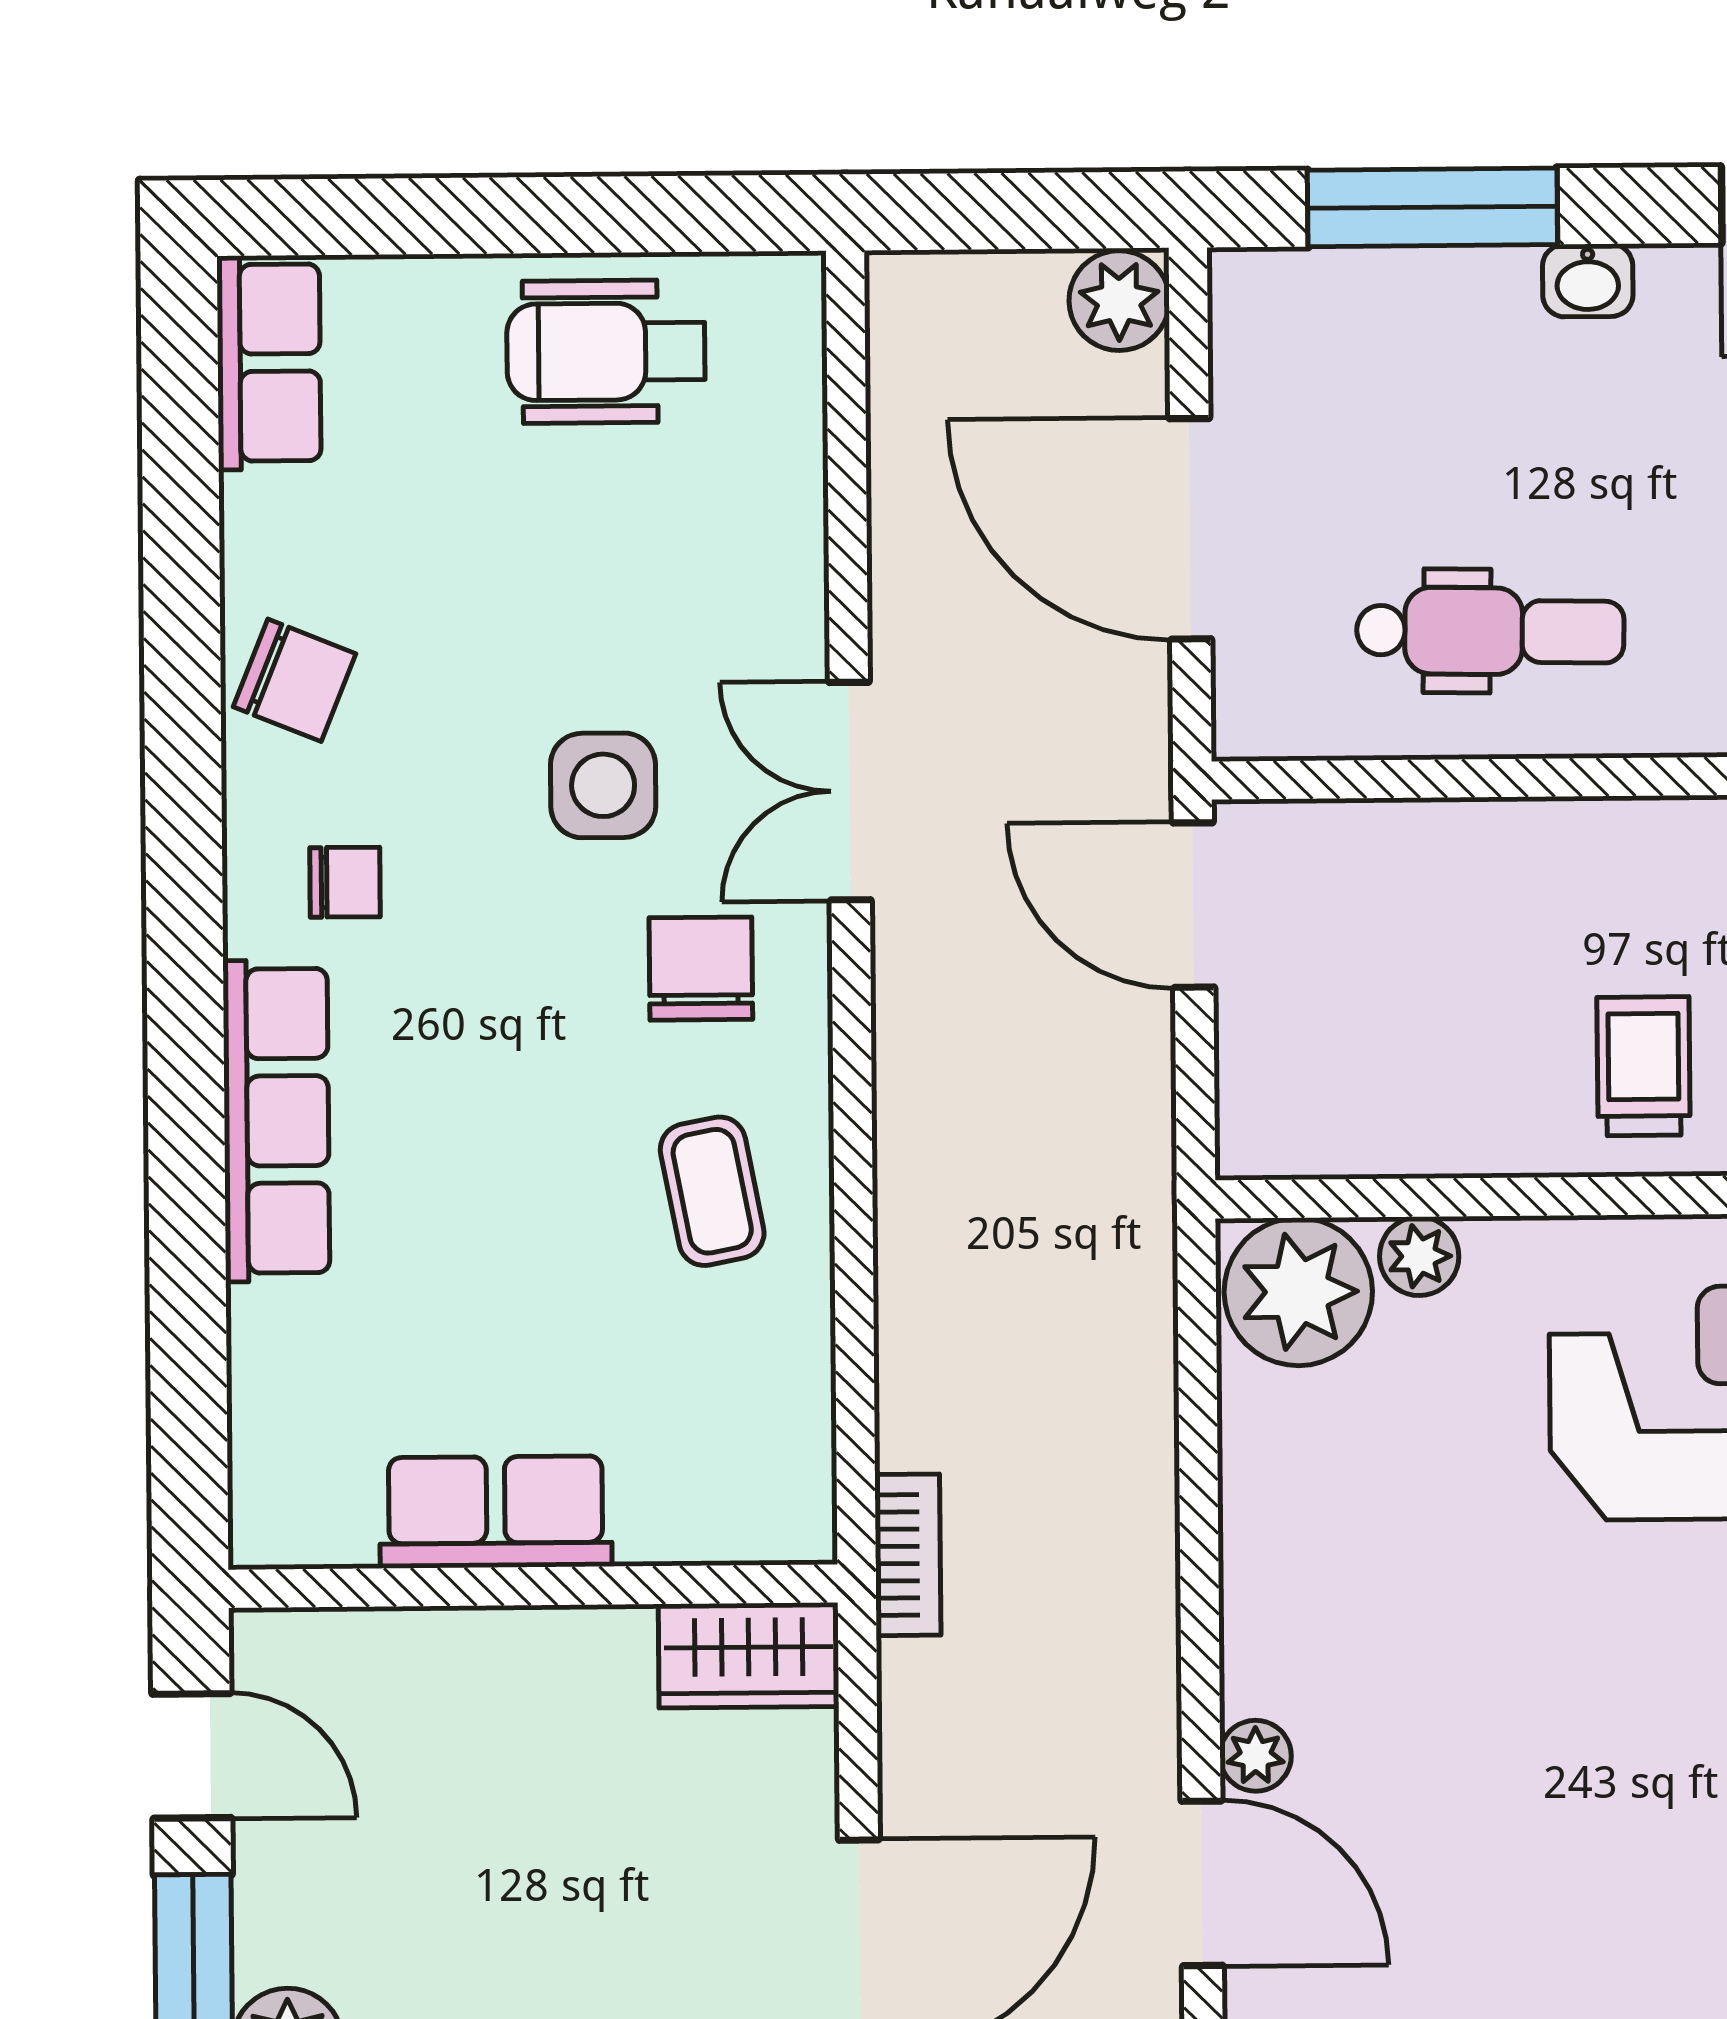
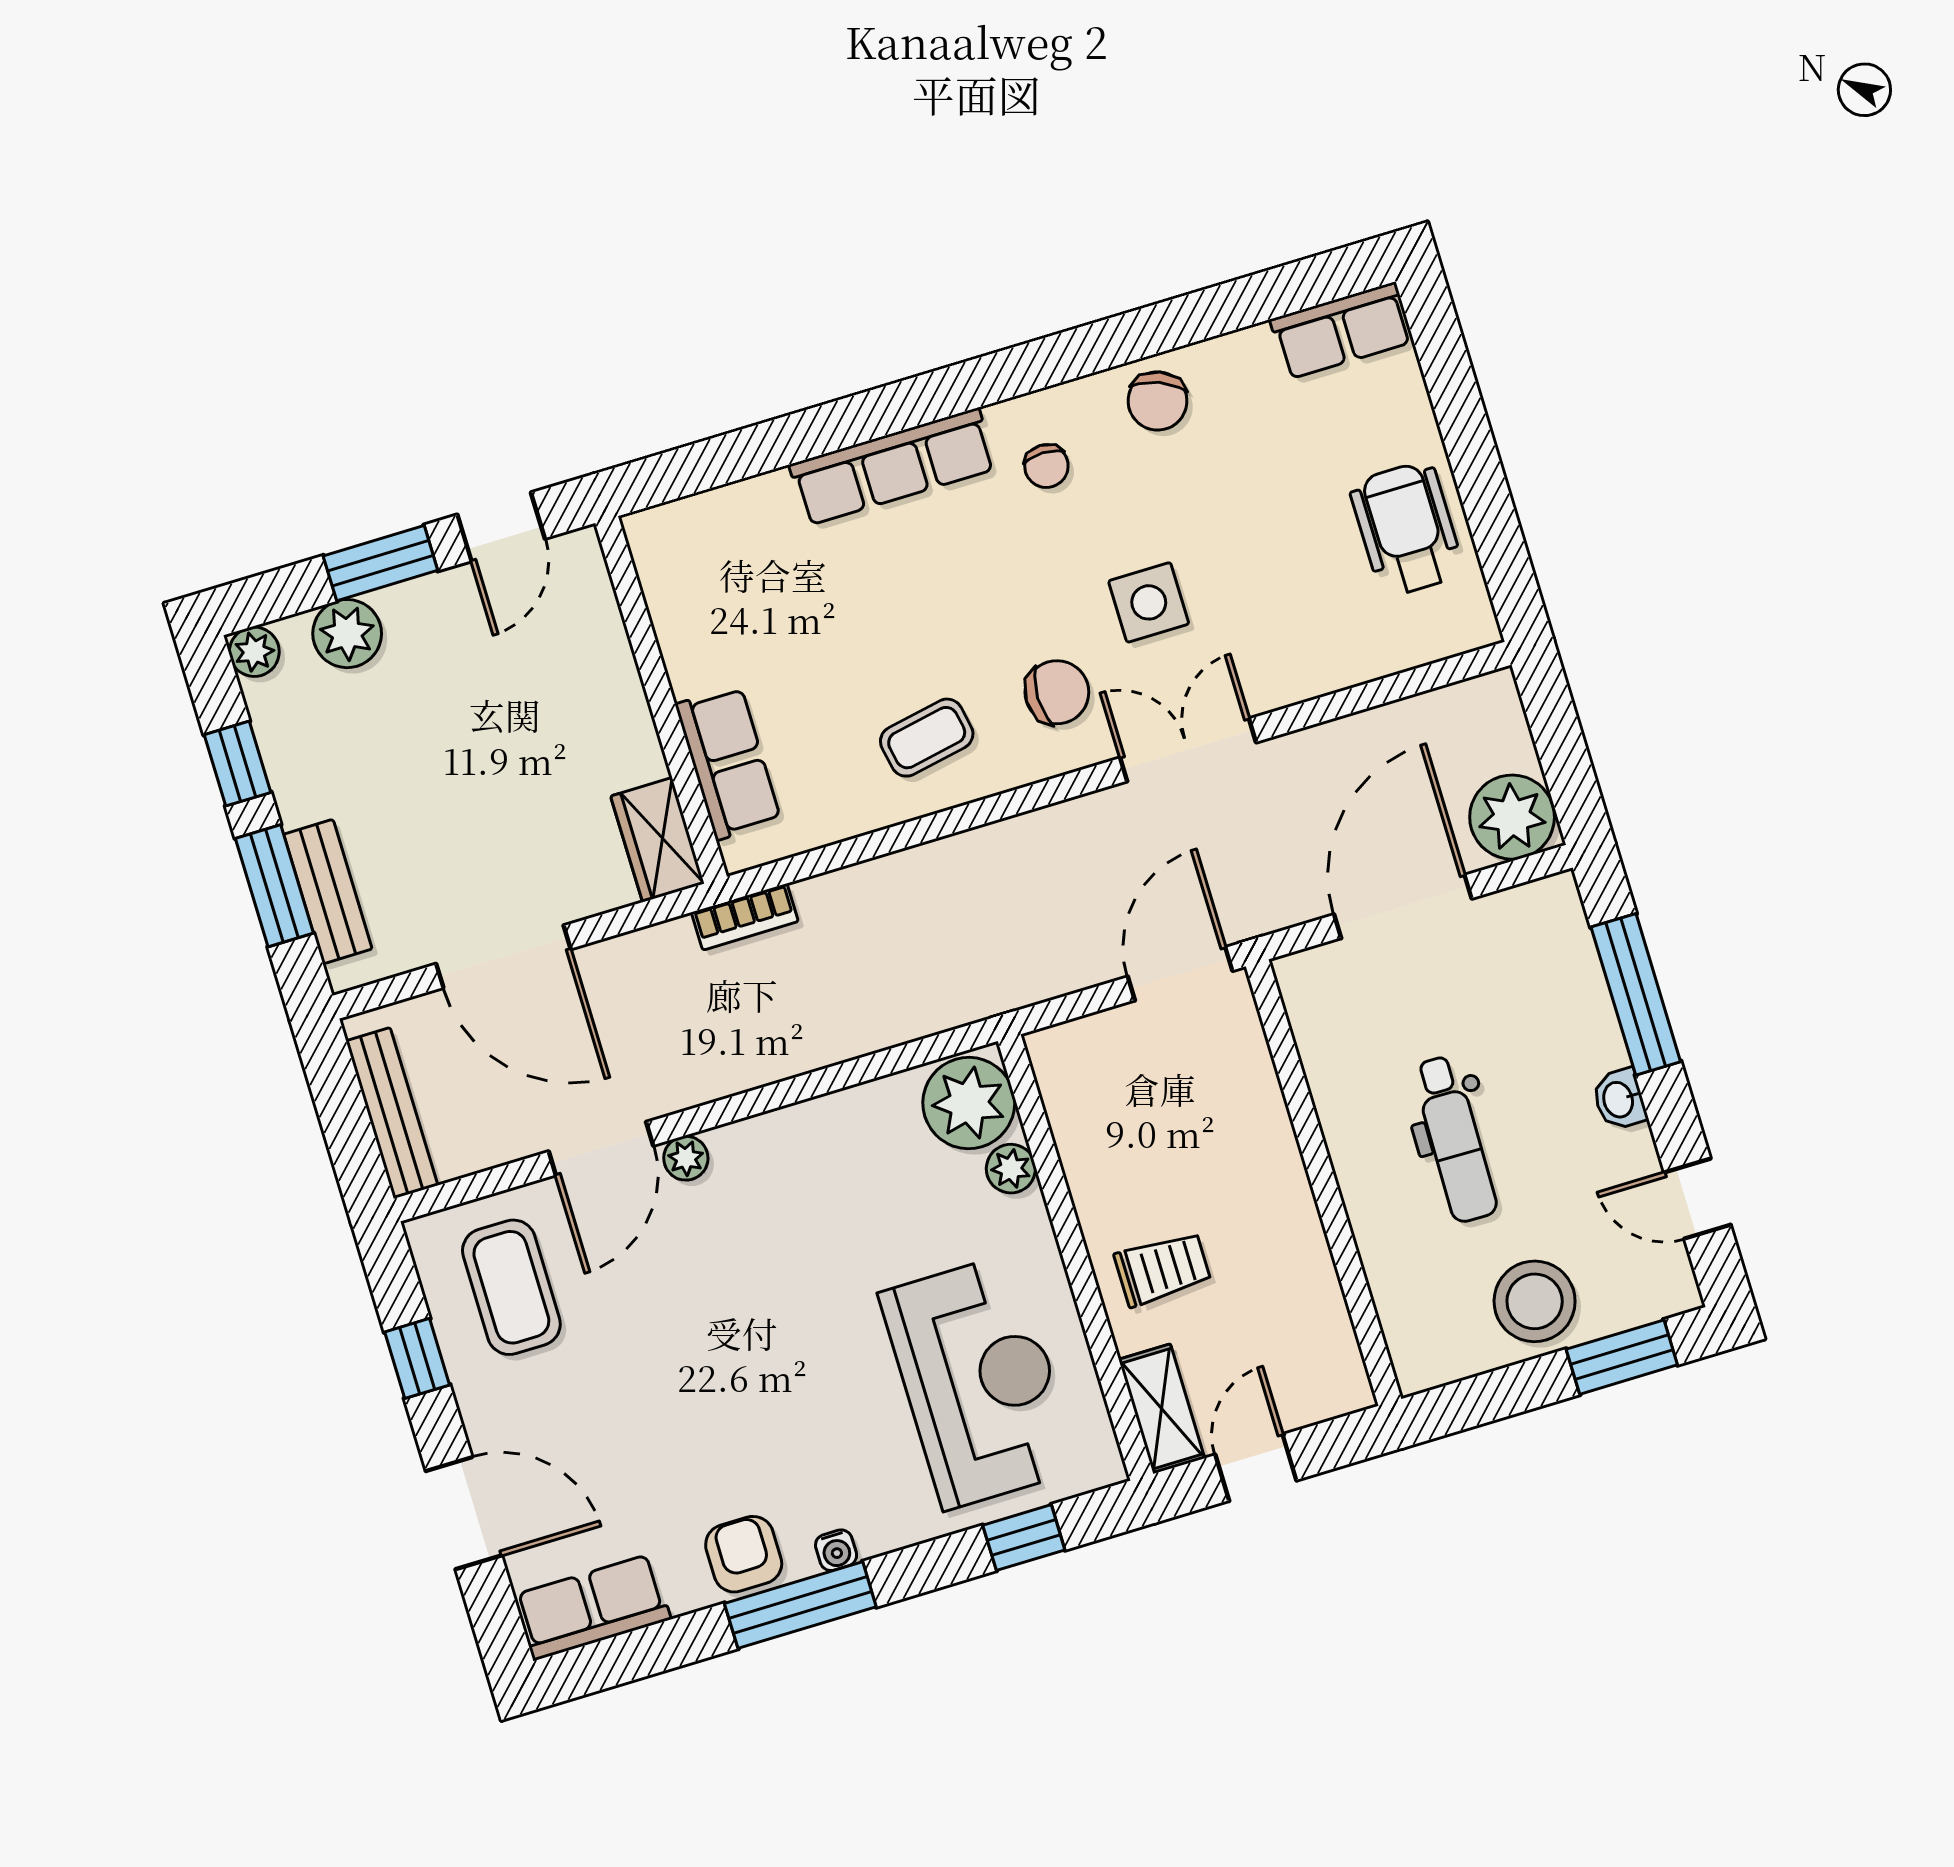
plant: (1119, 301) -> (1512, 817), width x1.36, depth x1.36
dental chair: (1490, 631) -> (1455, 1139), moved
row of seats: (496, 1512) -> (728, 763), moved

